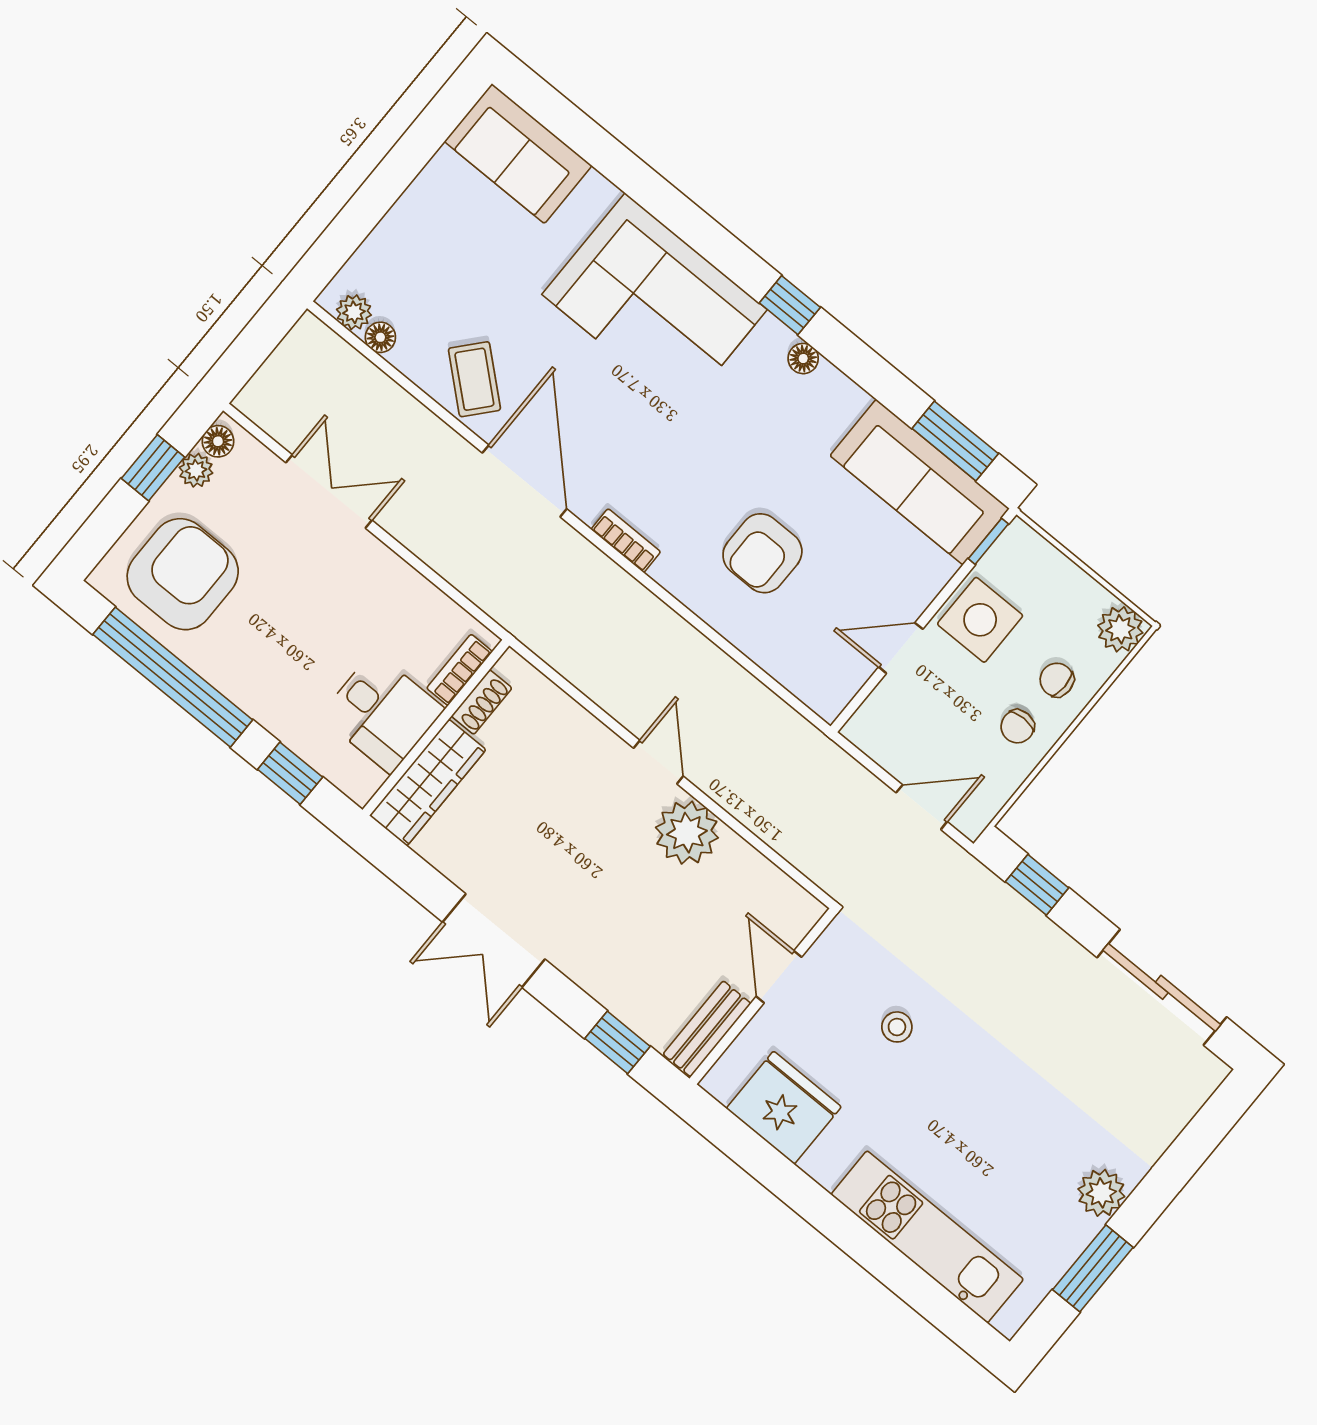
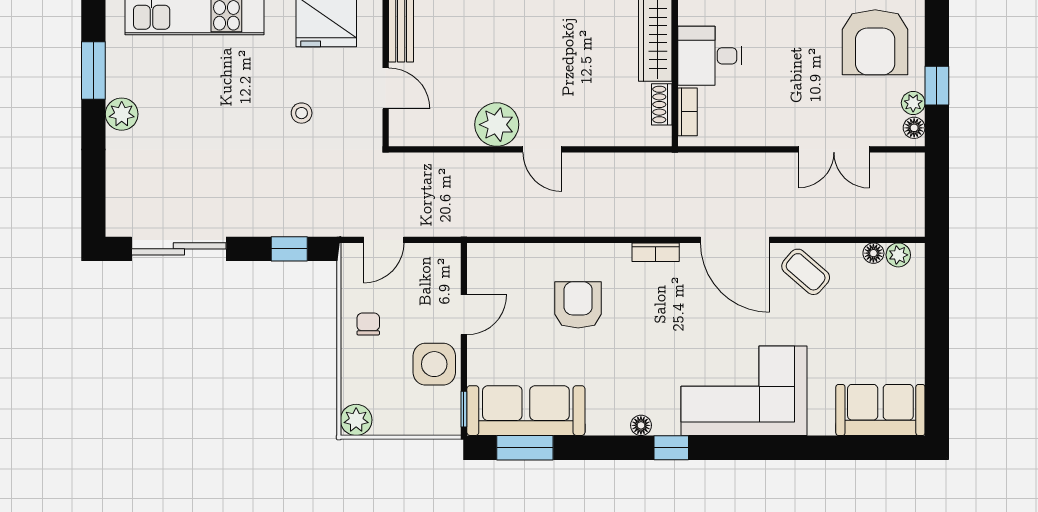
chair: (1057, 680) -> (368, 366), removed

